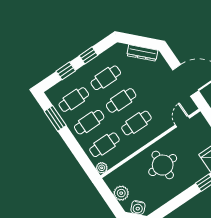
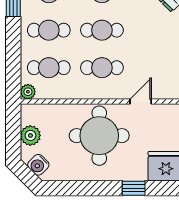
door: (182, 121) -> (141, 101), moved
round table: (163, 165) -> (99, 136), width x1.36, depth x1.36

